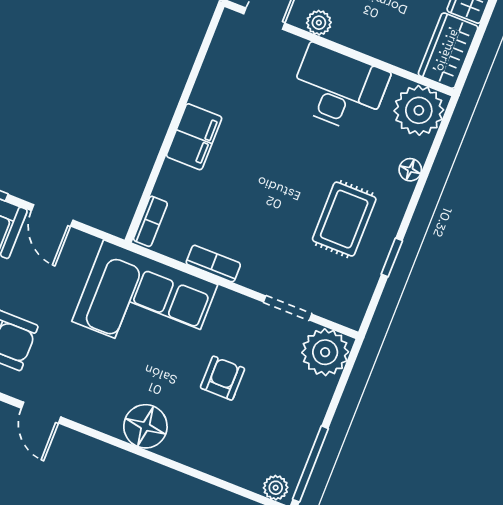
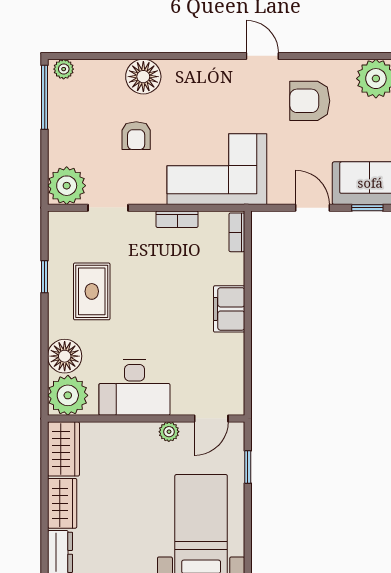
floor lamp: (410, 170) -> (65, 356), width x1.89, depth x1.89
floor lamp: (145, 426) -> (143, 77), moved

